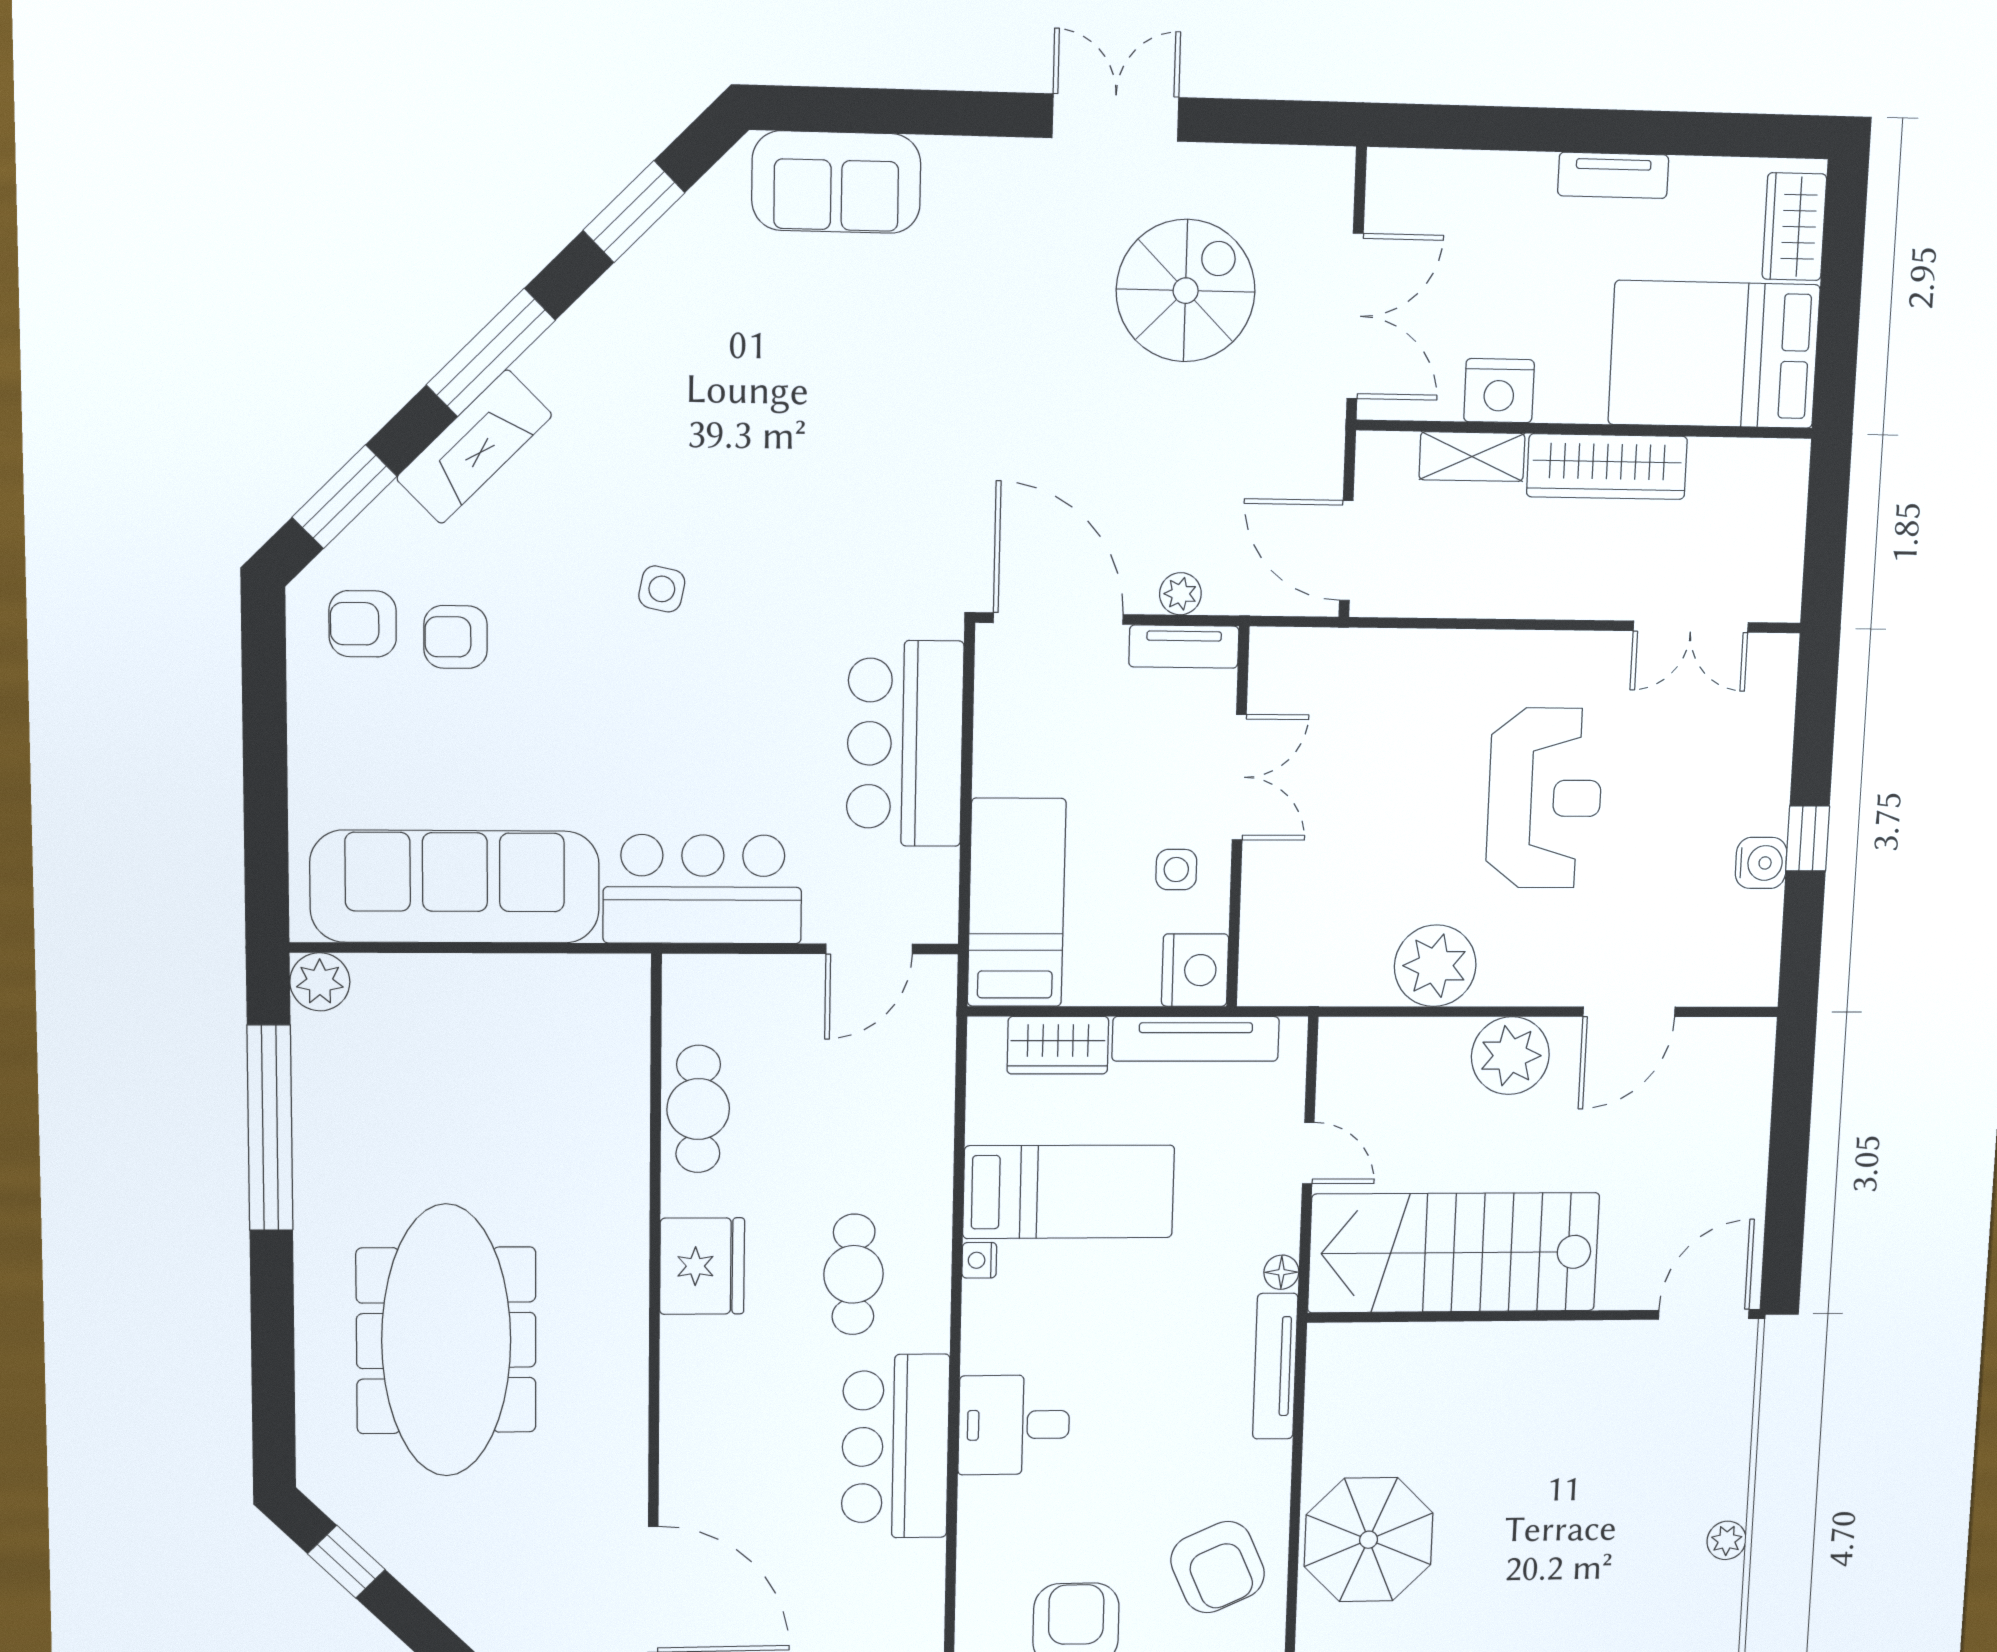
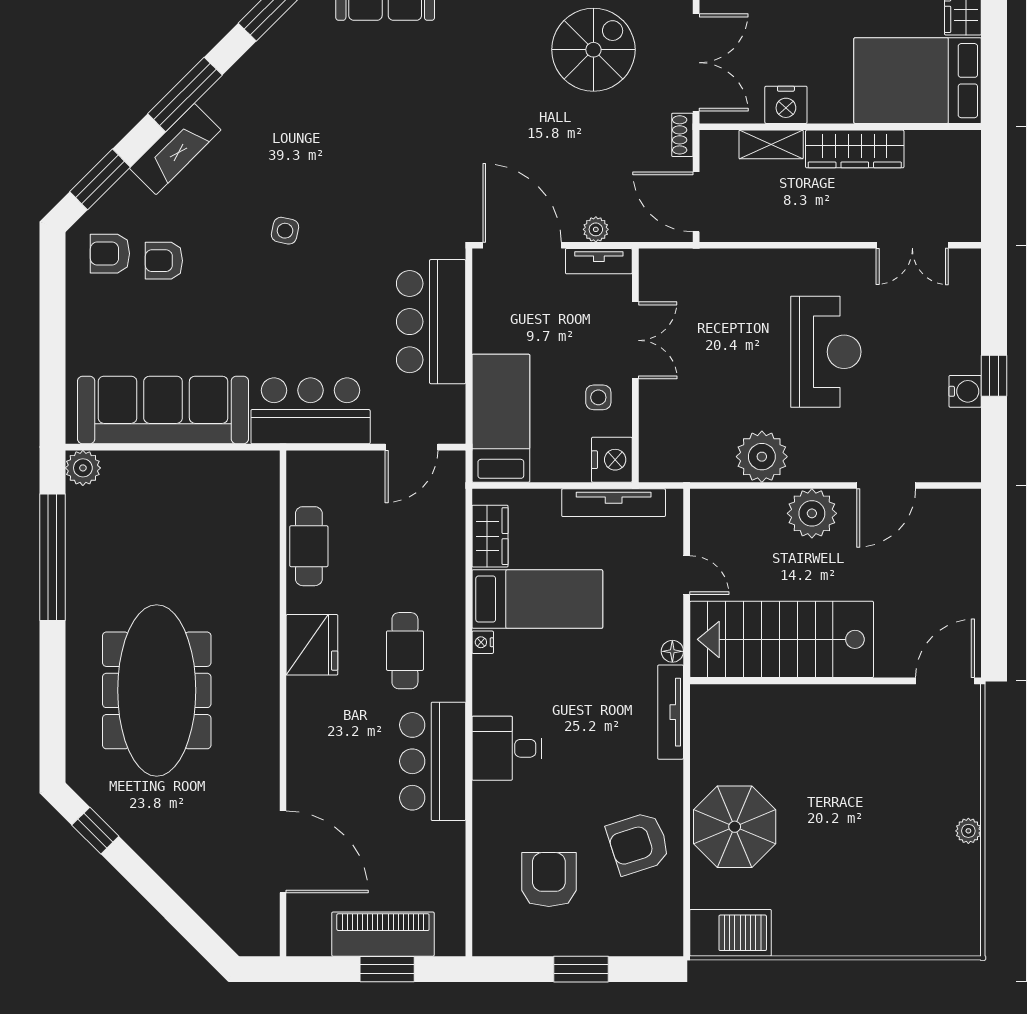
shoe rack: (1328, 438) -> (682, 135), added
wardrobe: (1058, 1045) -> (490, 536), moved, turned -90
armchair: (1218, 1567) -> (638, 843), turned 96

